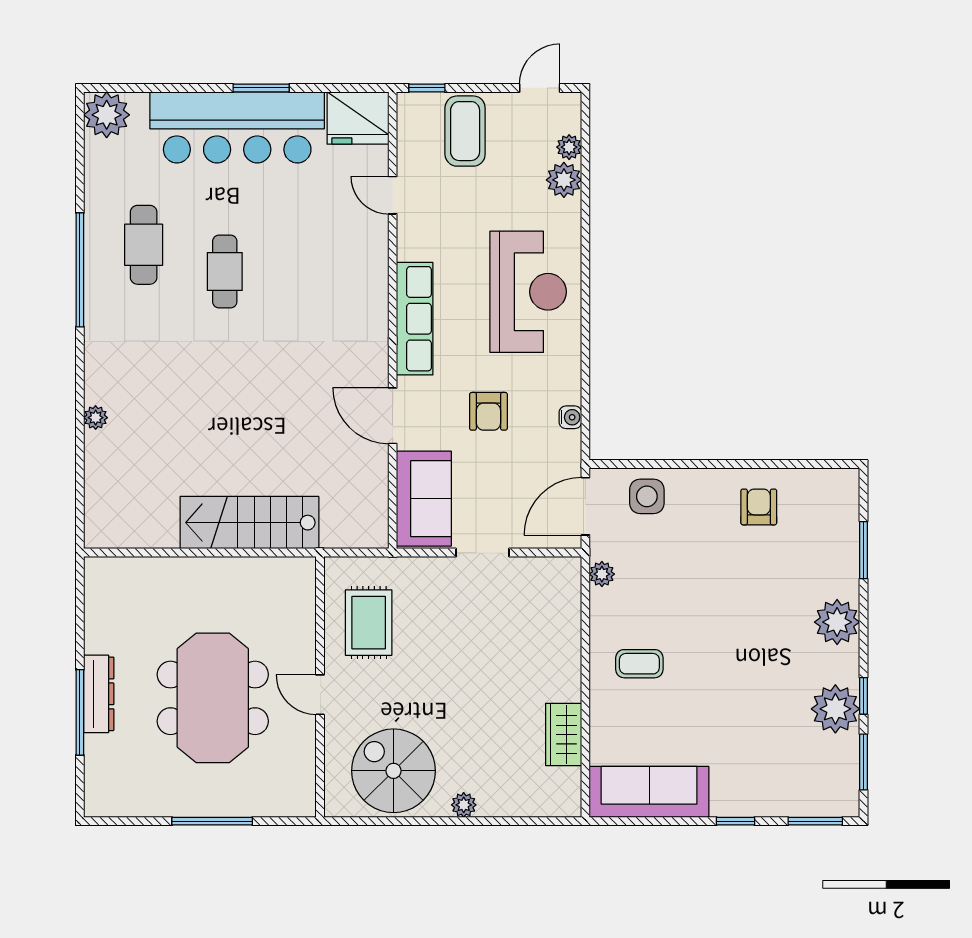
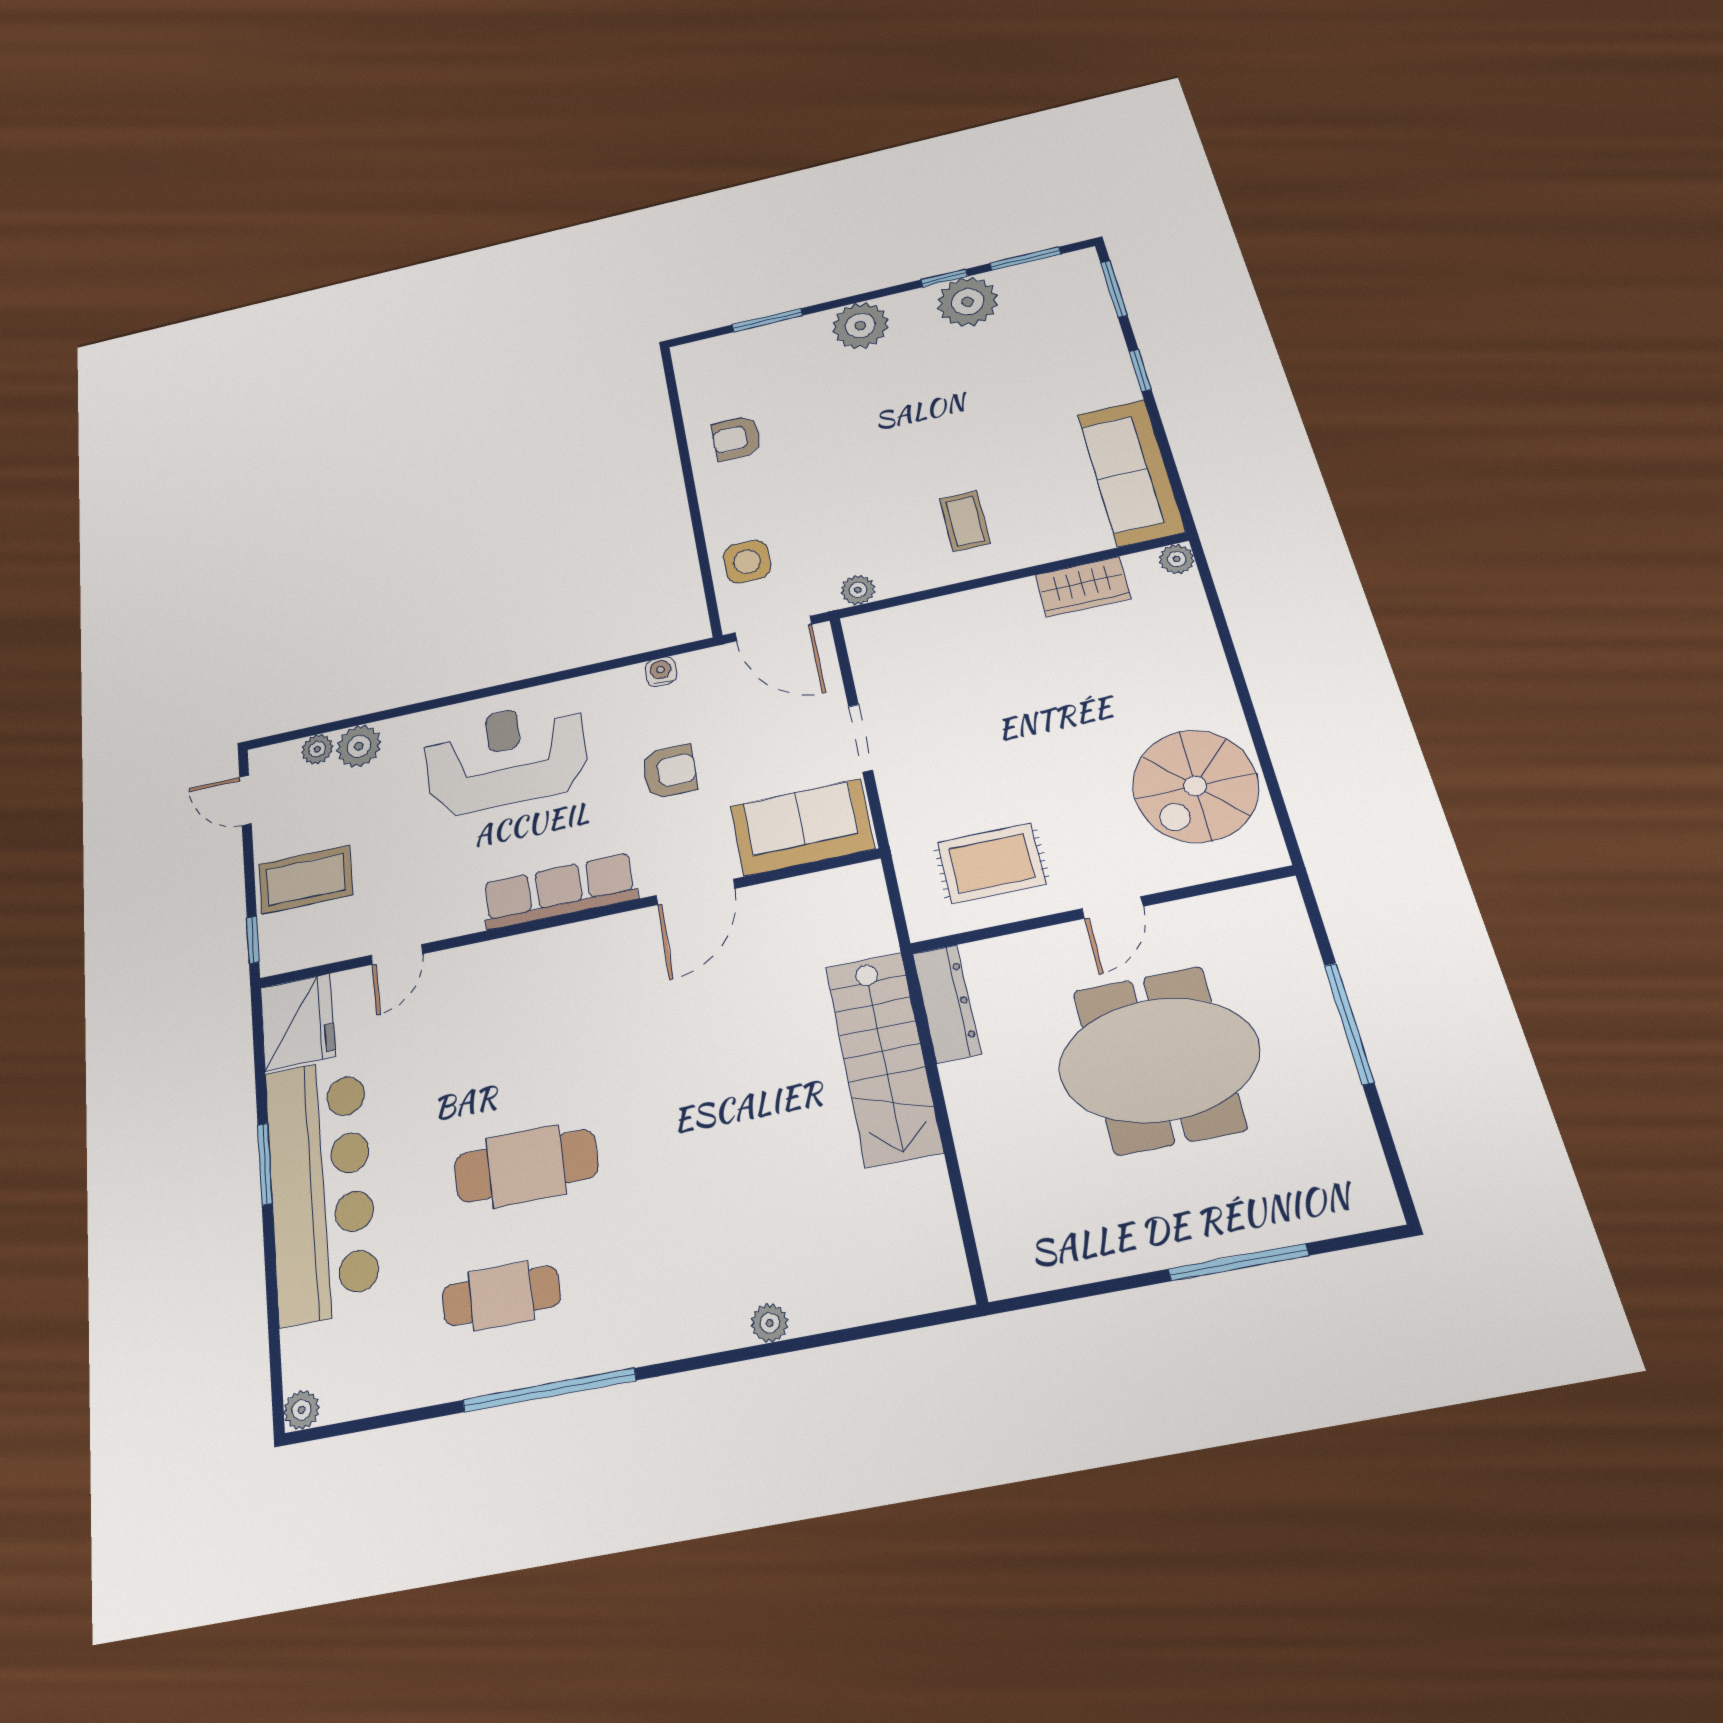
plant: (107, 115) -> (302, 1410), width x0.53, depth x0.53
cafe table: (225, 271) -> (526, 1166), width x1.37, depth x1.35
dresser: (99, 694) -> (947, 1003), moved, turned 90
plant: (464, 805) -> (1177, 559), moved

